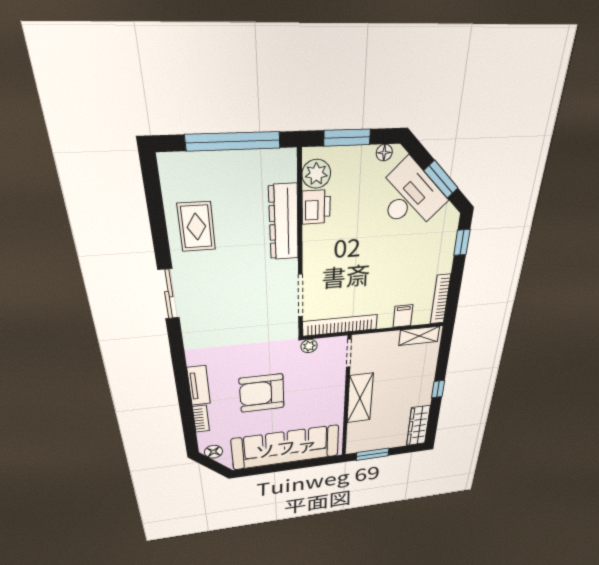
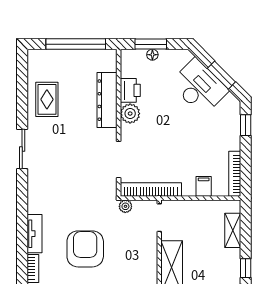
floor lamp: (384, 153) -> (152, 55), moved
plant: (316, 174) -> (130, 114), moved
shelving: (419, 336) -> (233, 230), moved, turned 90
armchair: (262, 393) -> (85, 249), turned 90

